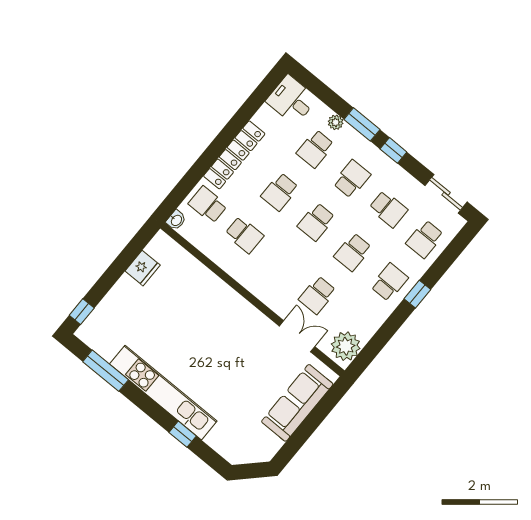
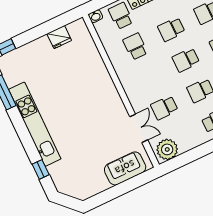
school desk: (244, 235) -> (135, 46), turned 180
sofa: (297, 403) -> (125, 168), width x0.73
window: (183, 434) -> (41, 169), moved

